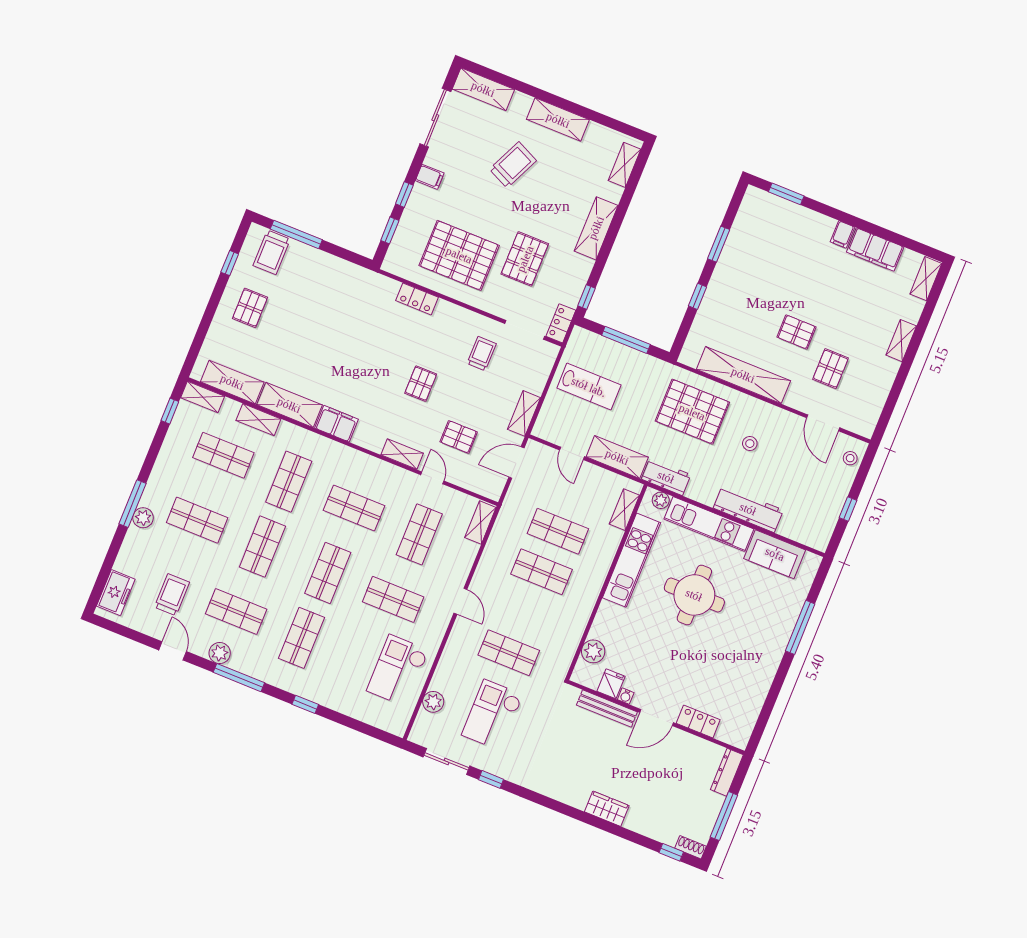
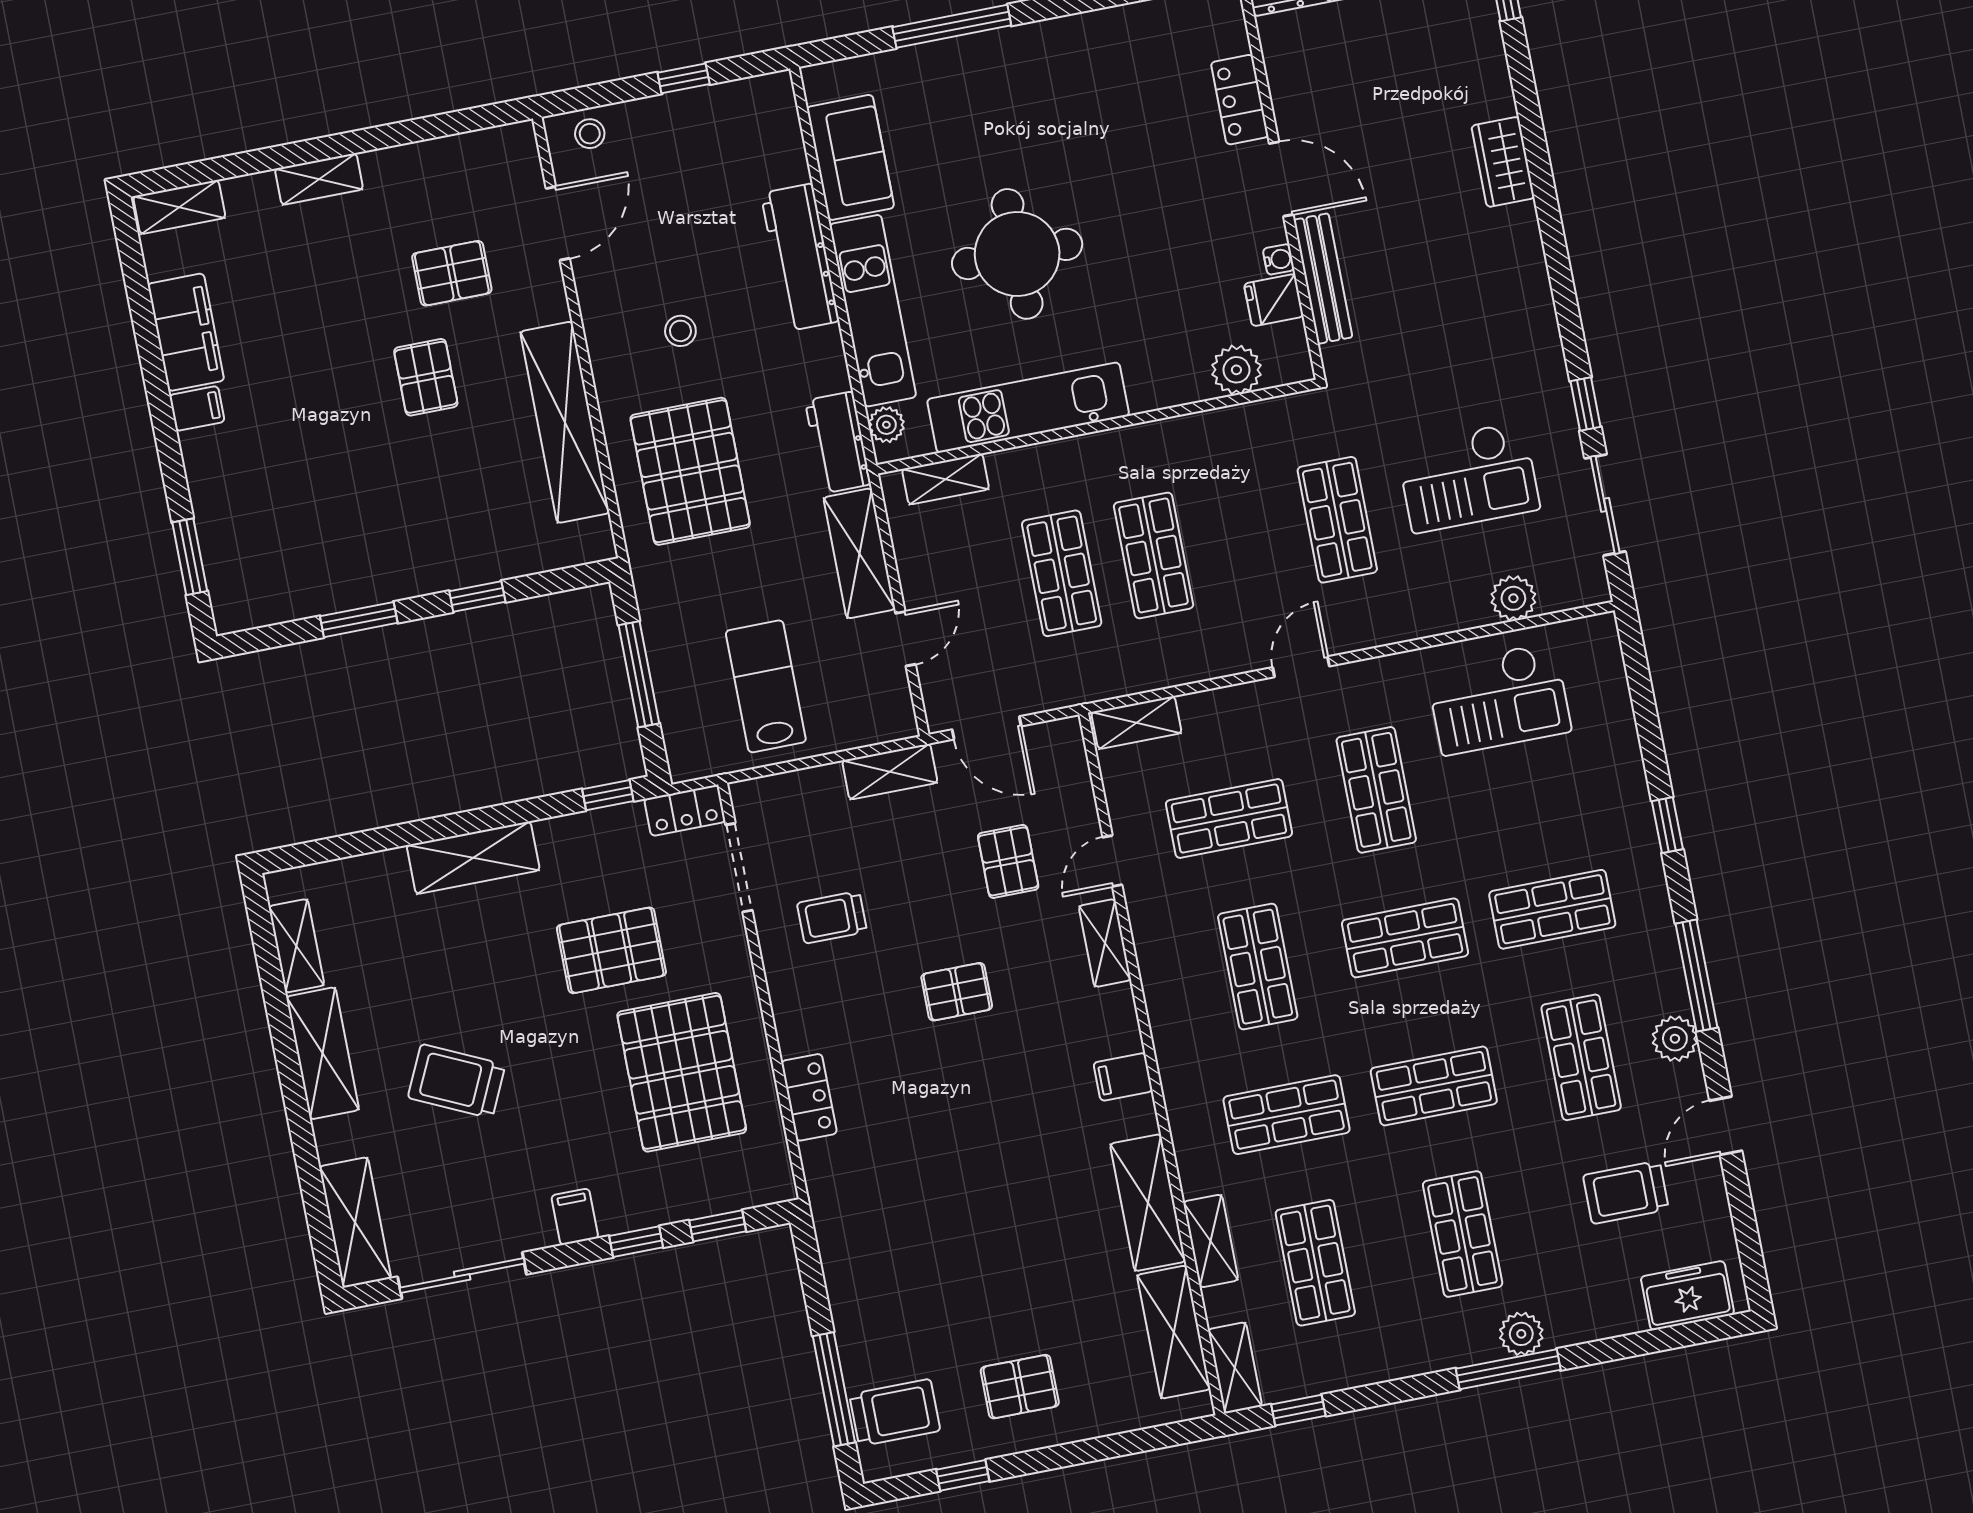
shelving: (625, 165) -> (296, 946), moved, turned 90
filing cabinet: (336, 424) -> (1123, 1077), width x0.50

